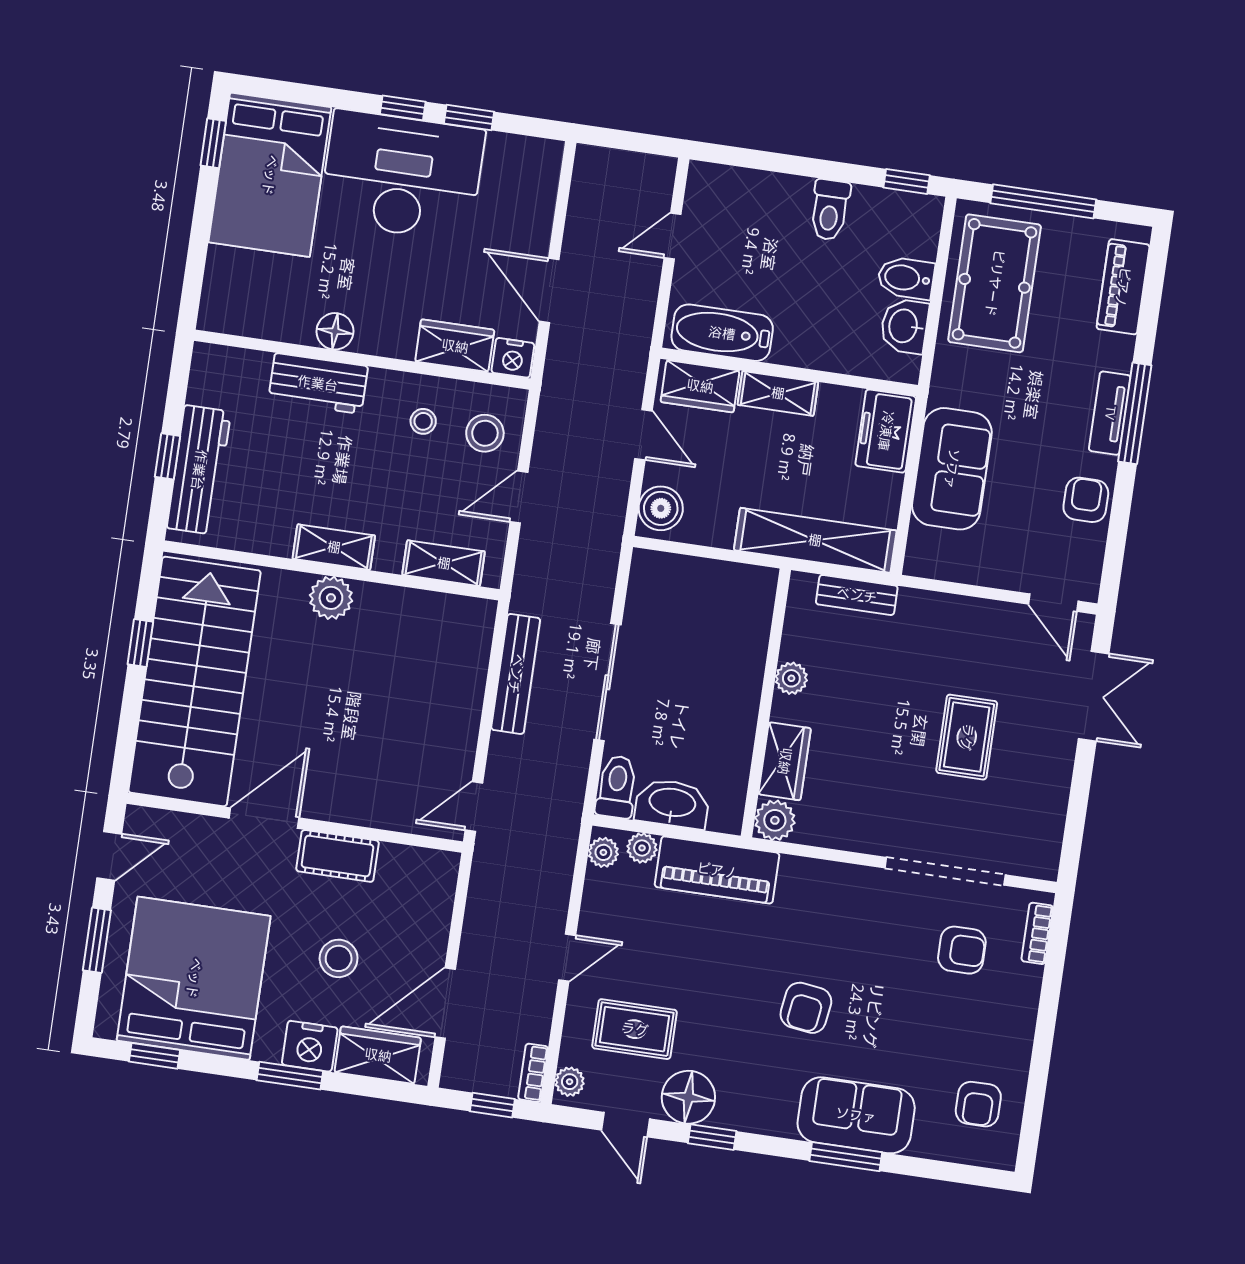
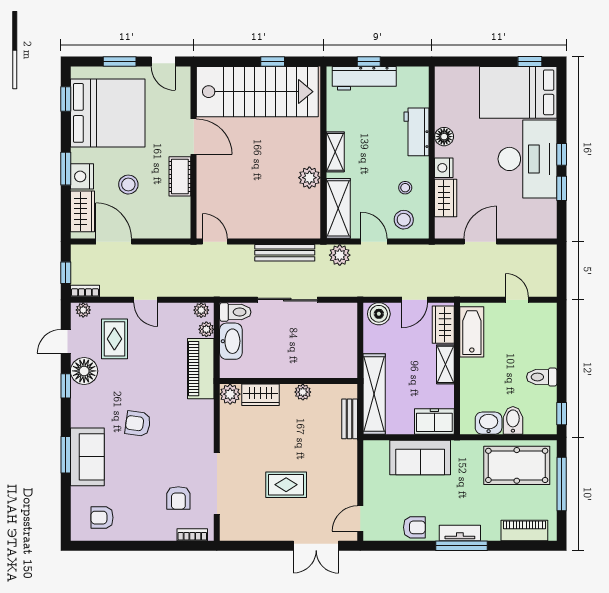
nightstand: (513, 358) -> (444, 168), moved
shelving: (444, 563) -> (338, 208), width x1.50, depth x1.33
plant: (536, 568) -> (340, 255), added
plant: (331, 598) -> (309, 178), moved

